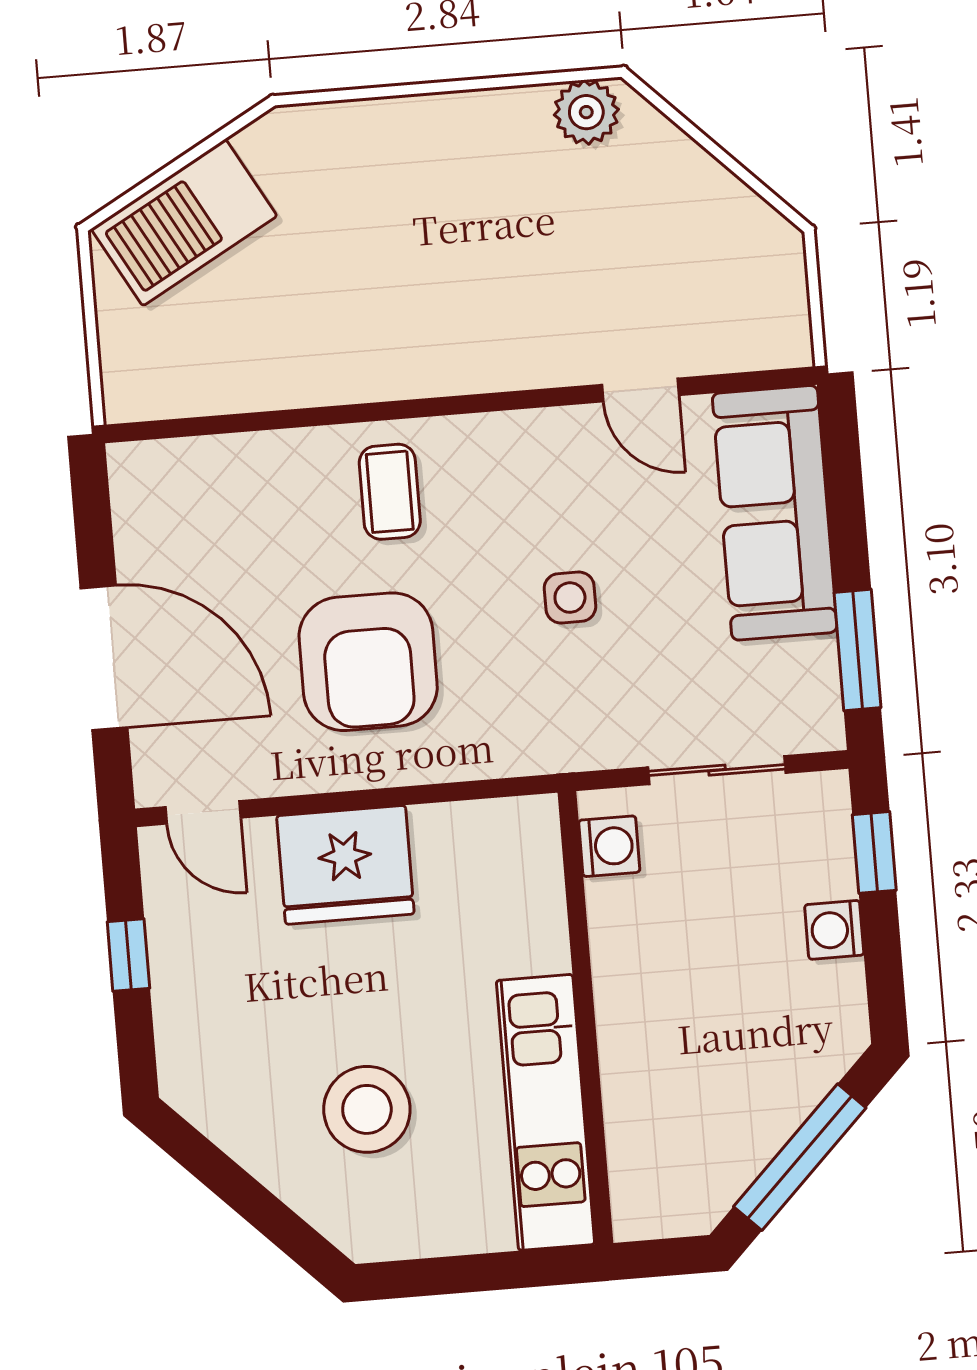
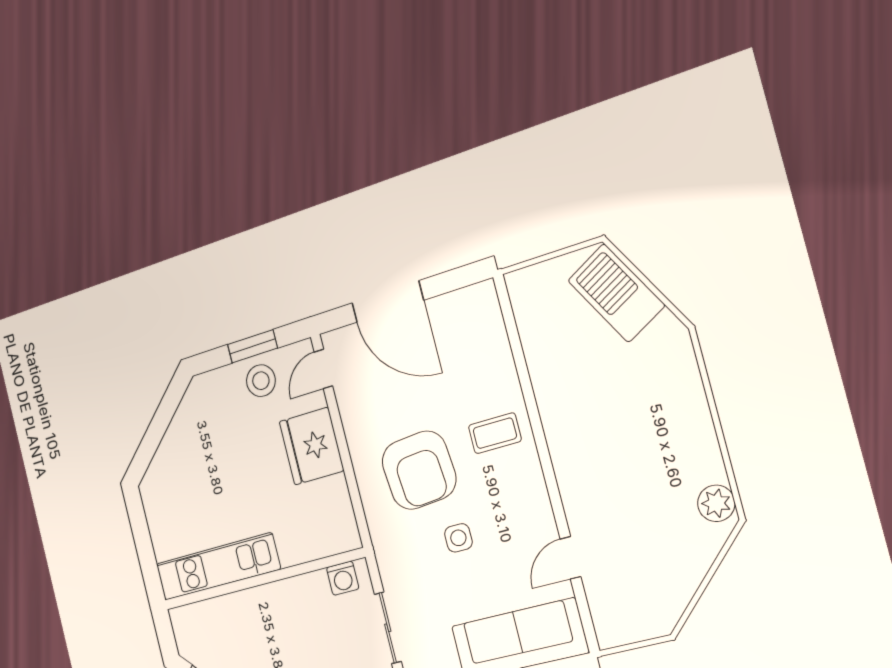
door: (104, 658) -> (388, 302), hinge flipped
armchair: (368, 662) -> (419, 470), moved, turned -95
window: (128, 955) -> (252, 346), width x1.50
stool: (367, 1109) -> (261, 381), moved, width x0.73, depth x0.73

